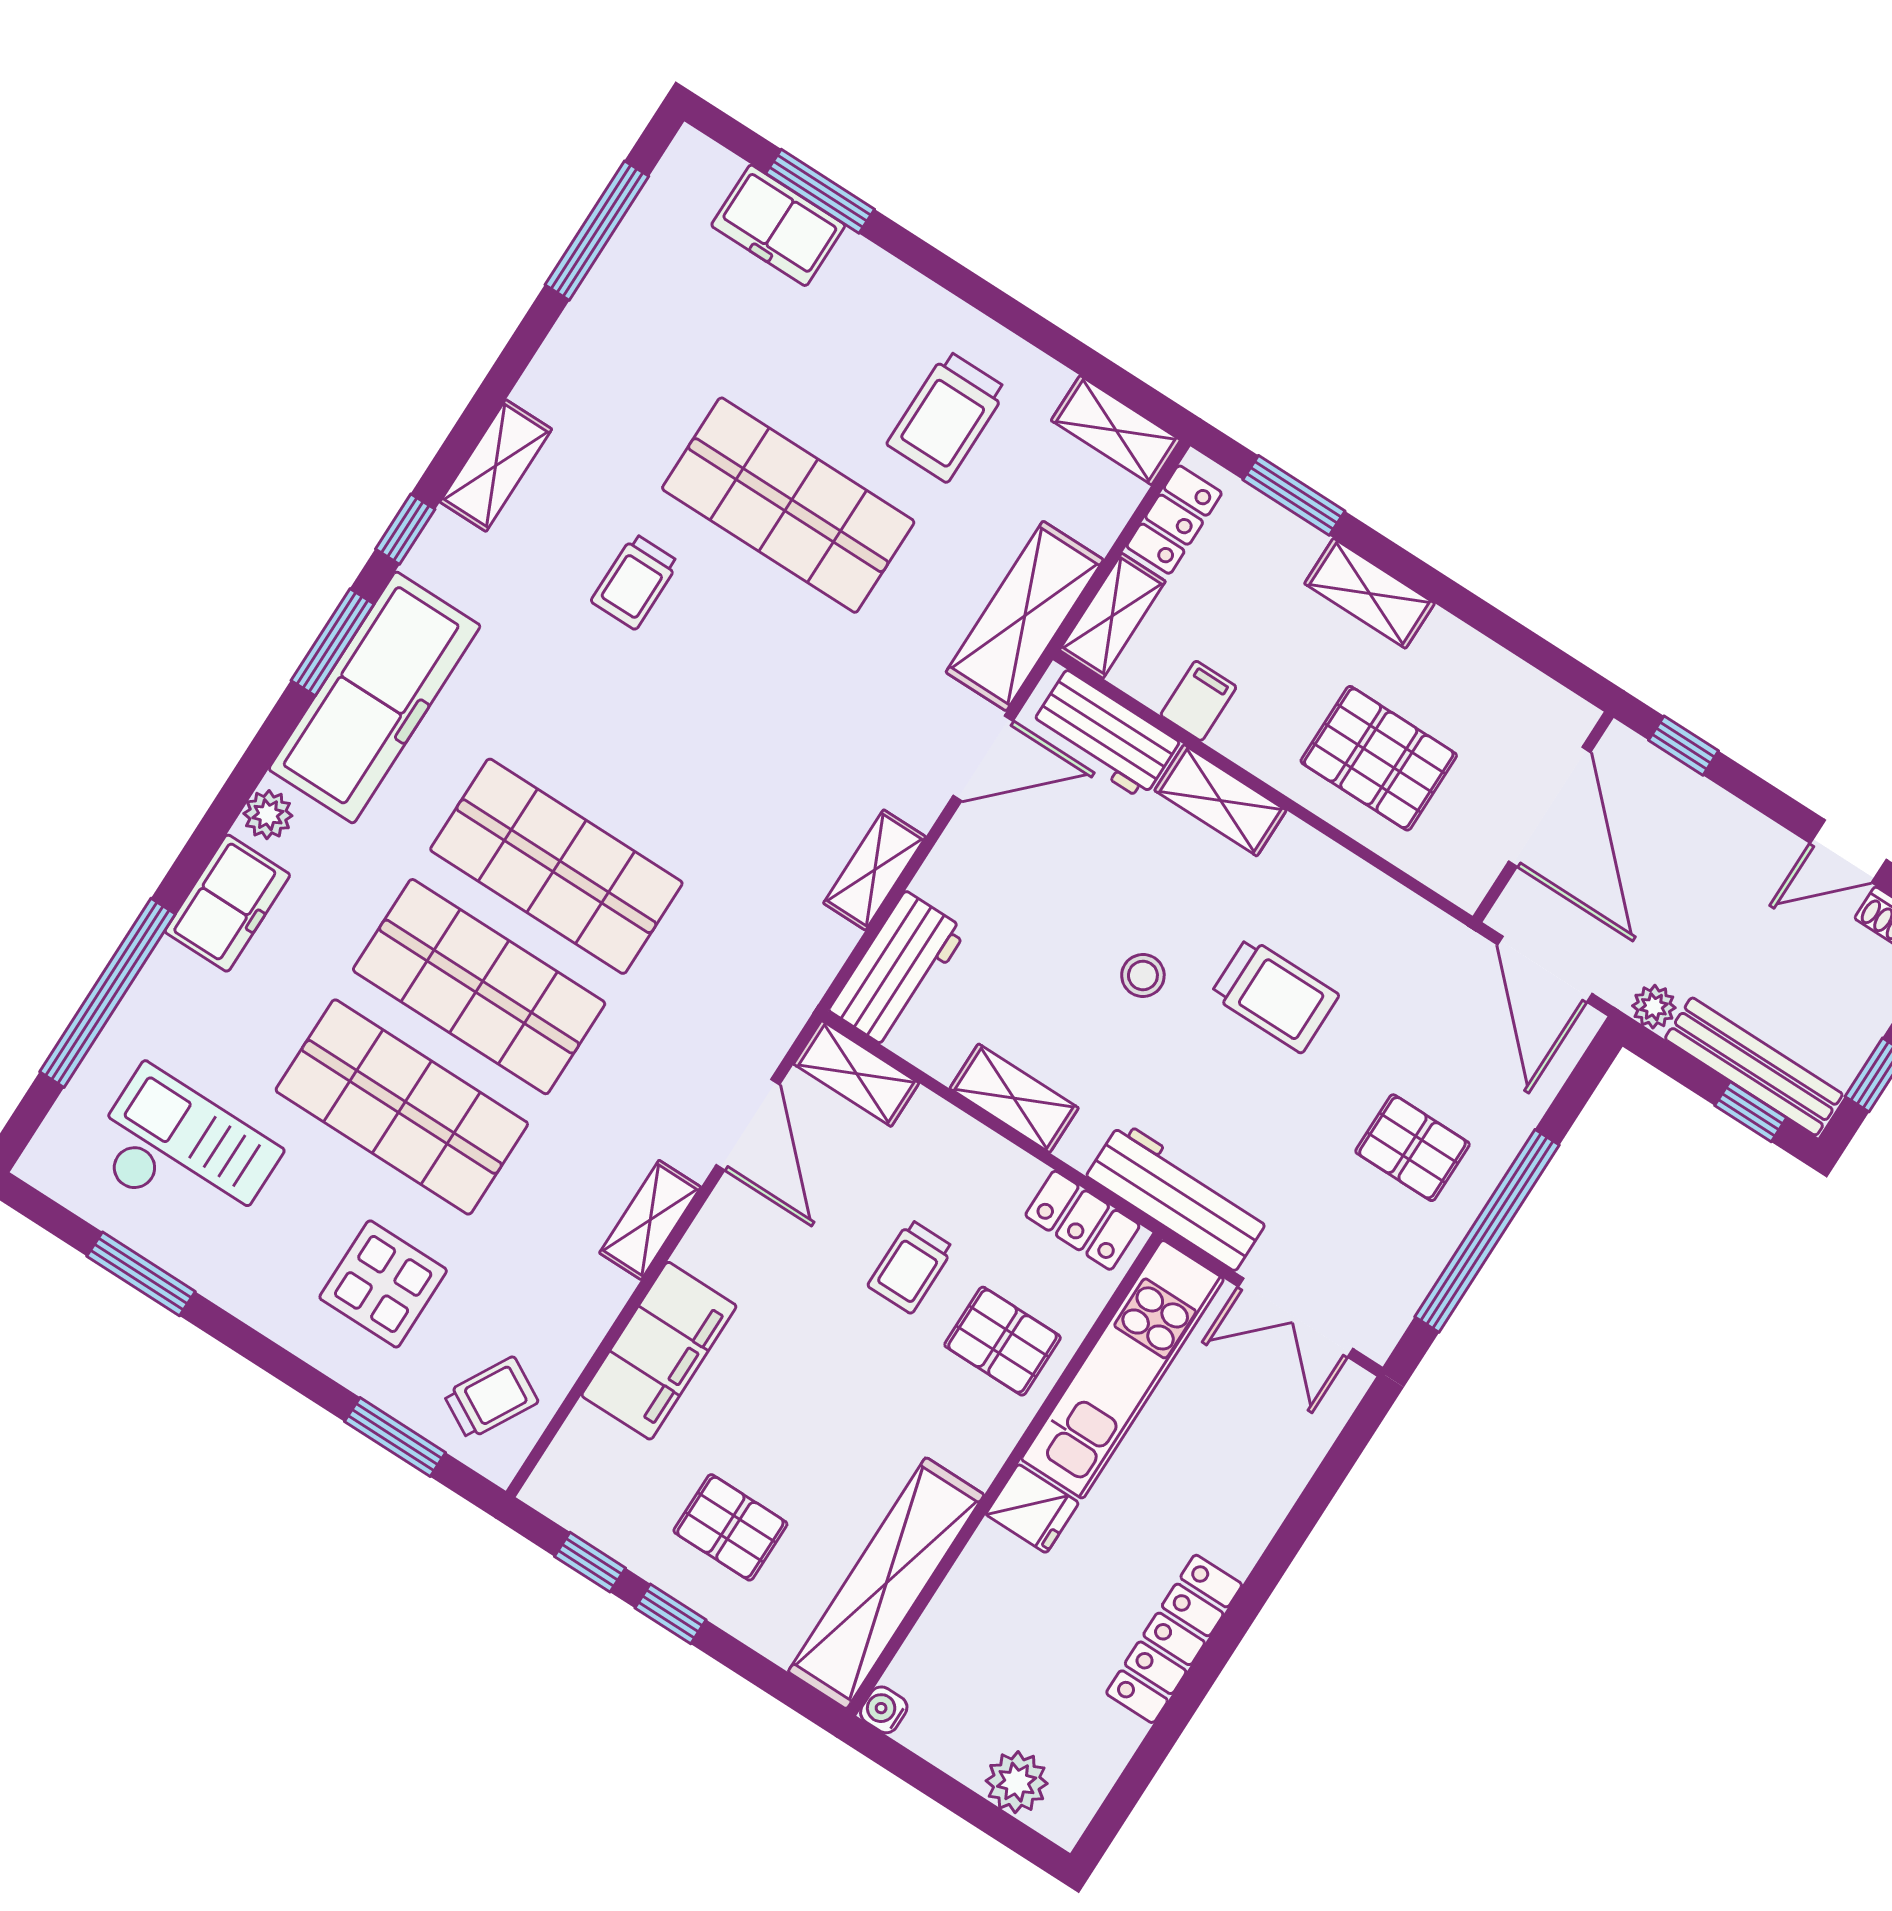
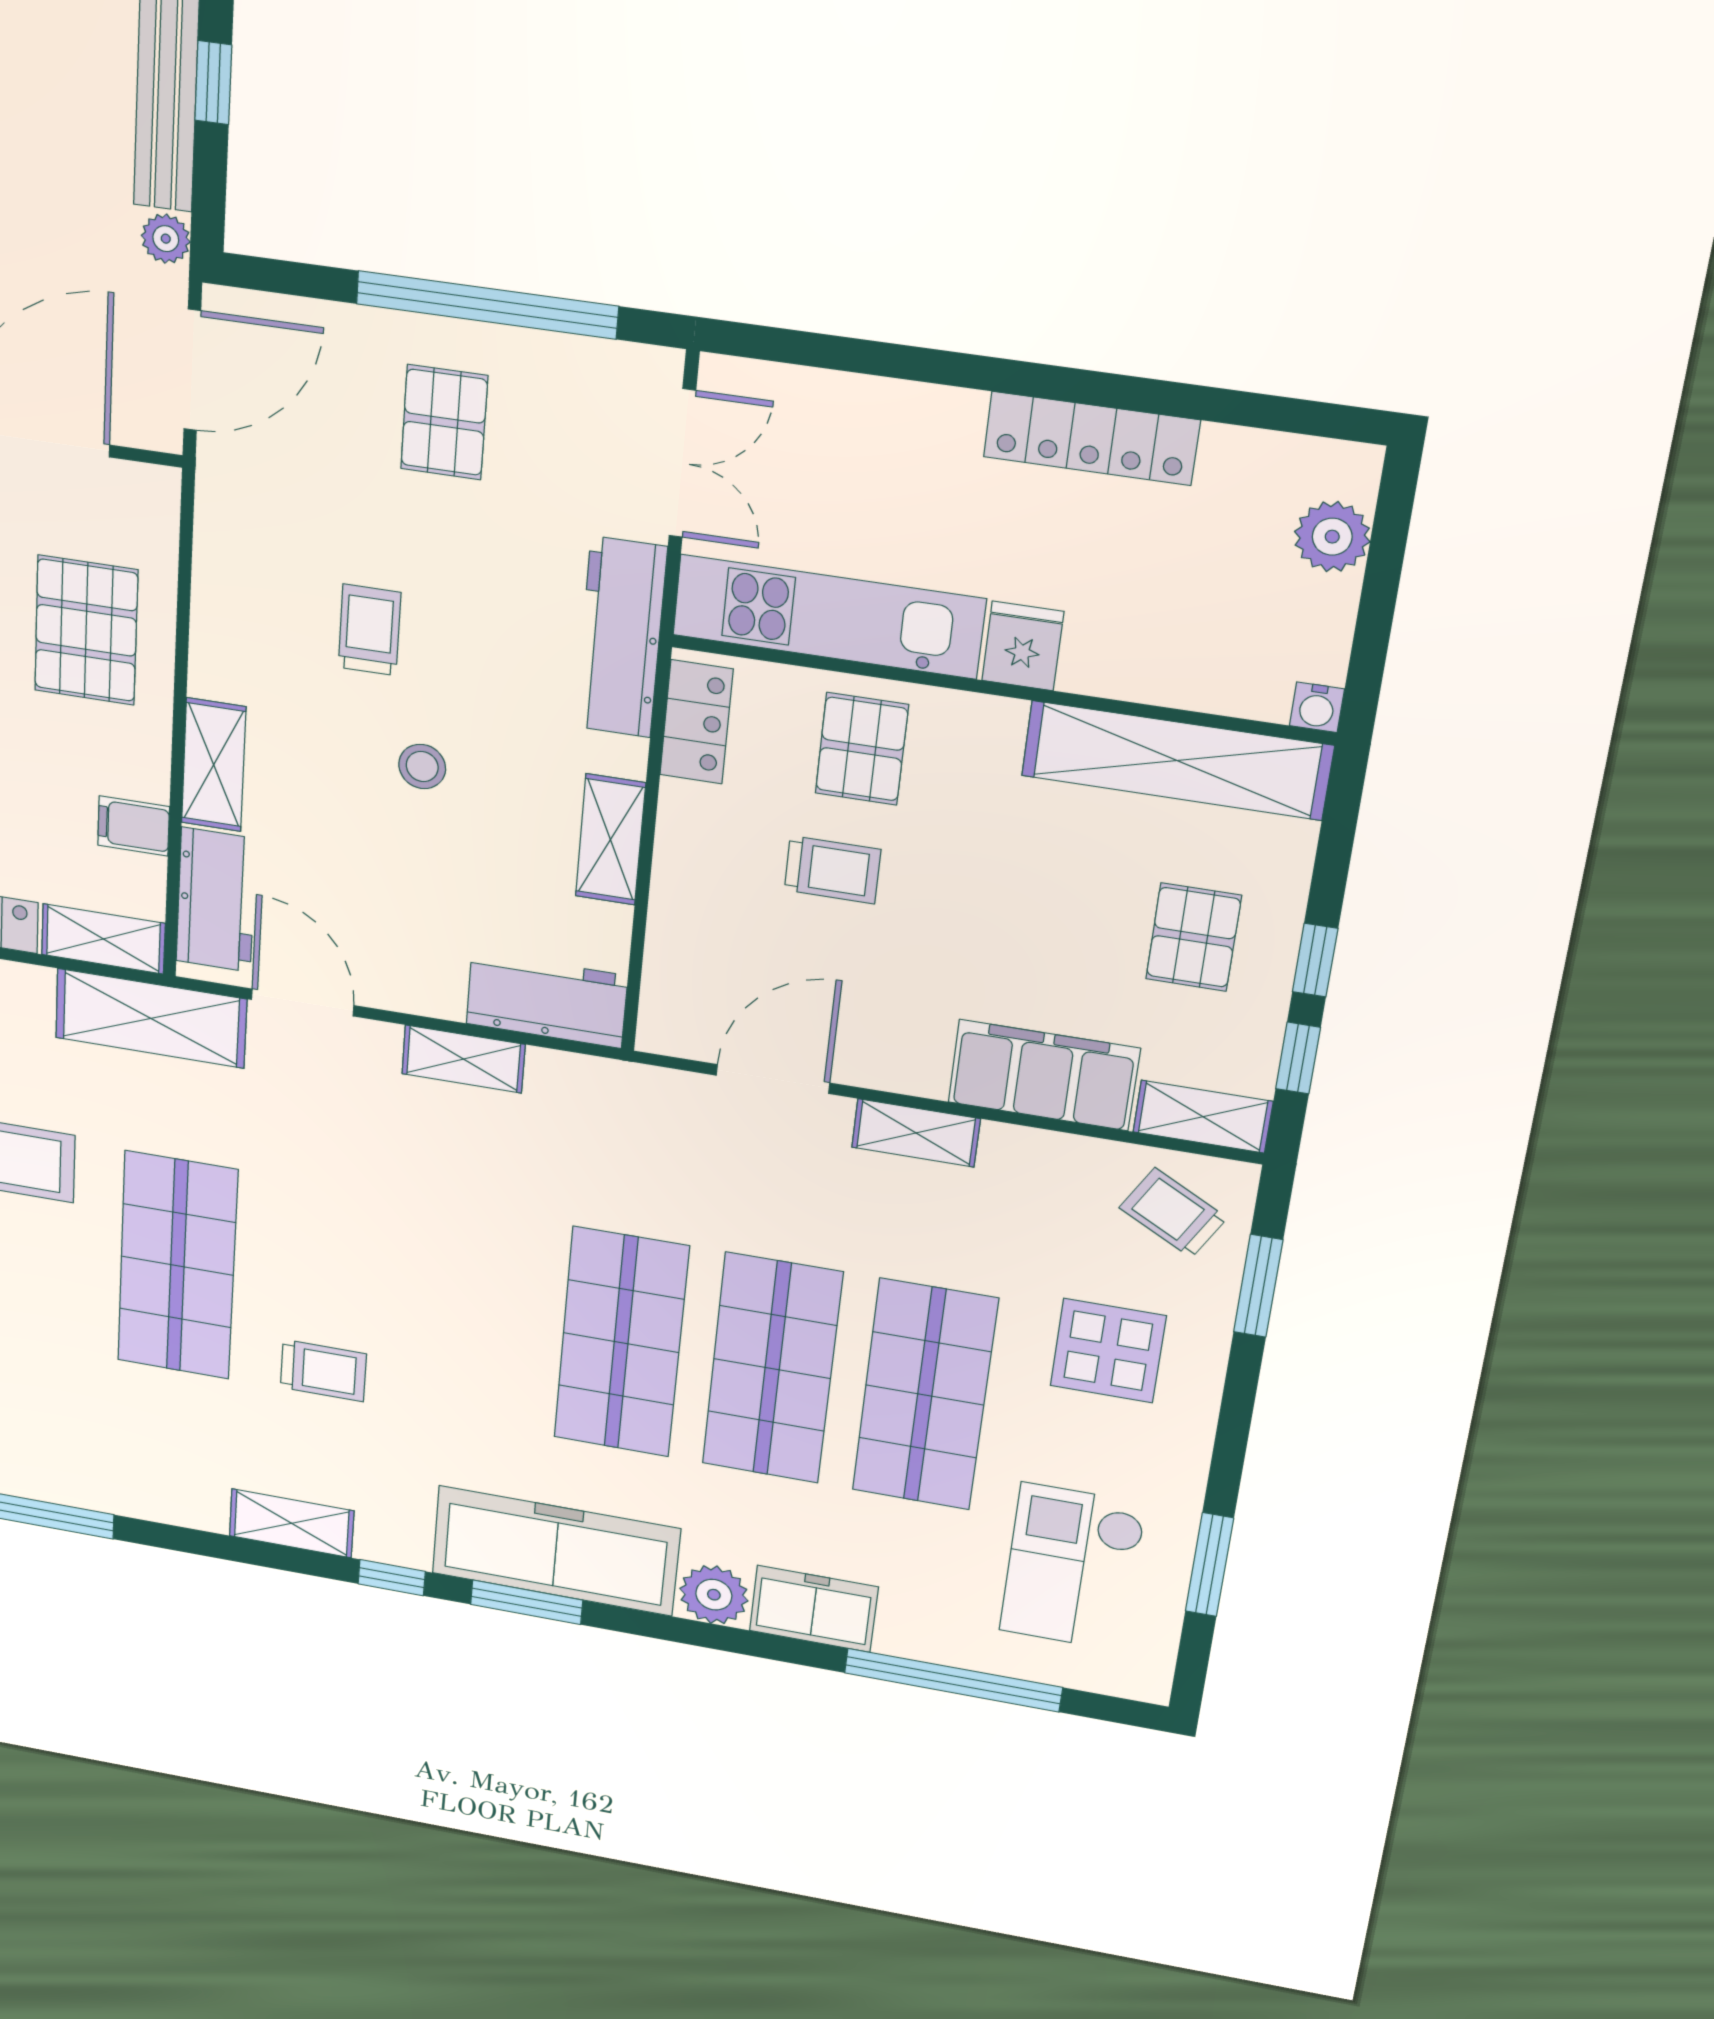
plant: (268, 815) -> (714, 1595), width x1.38, depth x1.38
trolley: (1275, 995) -> (369, 630), width x0.73, depth x0.72
shelving: (856, 1074) -> (1203, 1117), moved, turned 90

